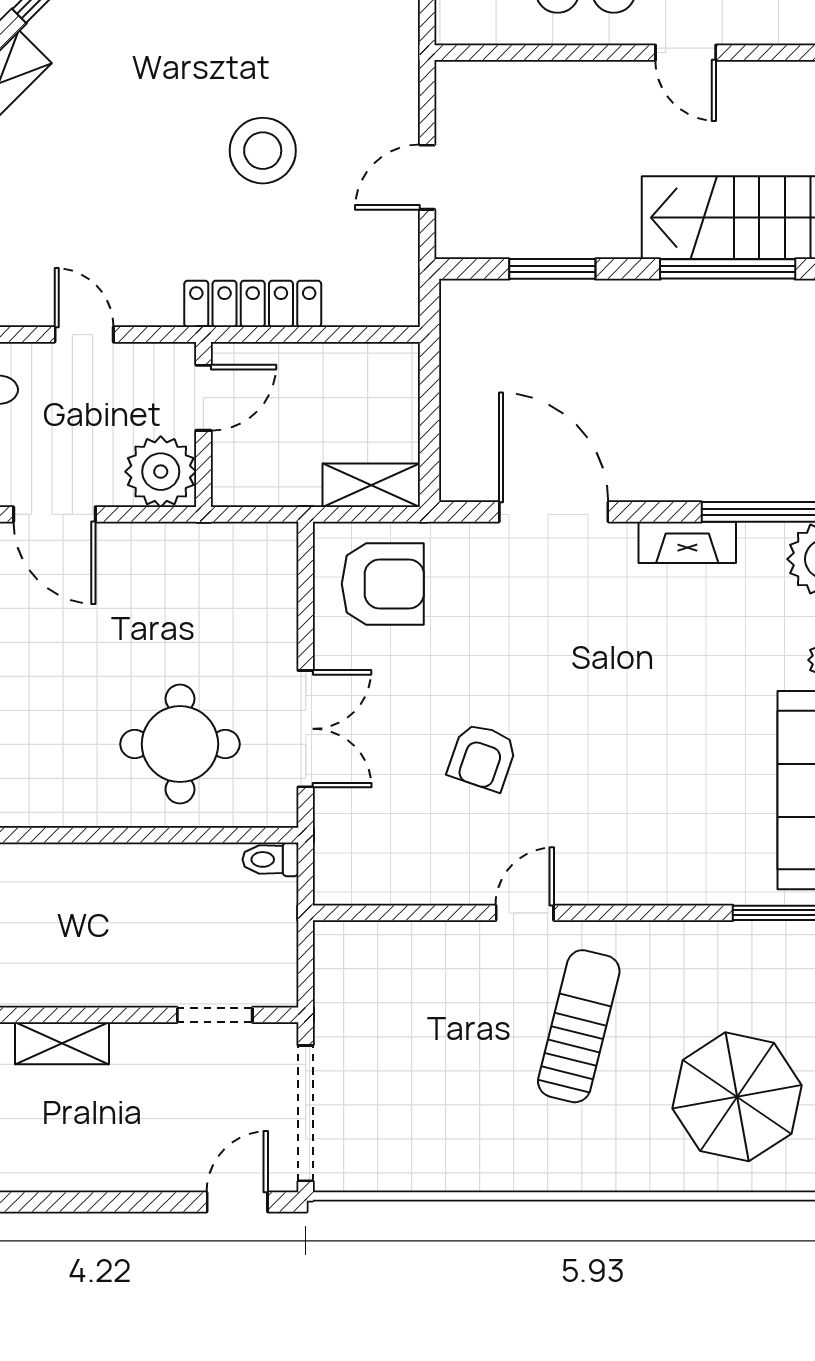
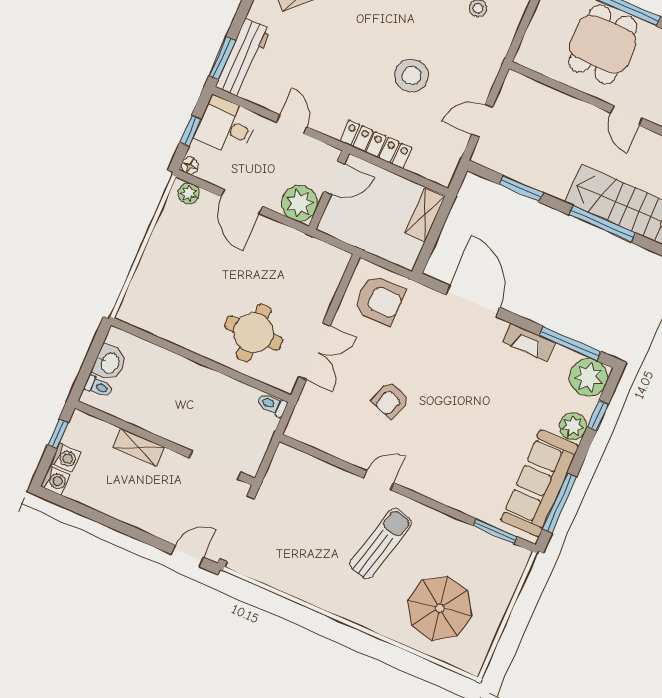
shelving: (371, 485) -> (425, 215), moved, turned 90
doorway: (215, 1015) -> (215, 465), width x1.38

